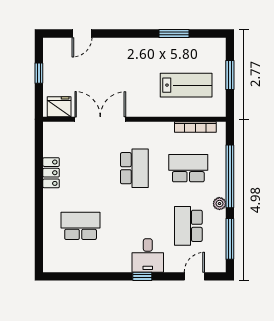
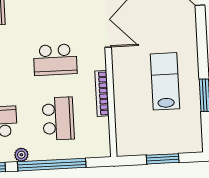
lab bench: (186, 85) -> (165, 81), moved, turned 180
bookcase: (195, 127) -> (102, 93), moved

